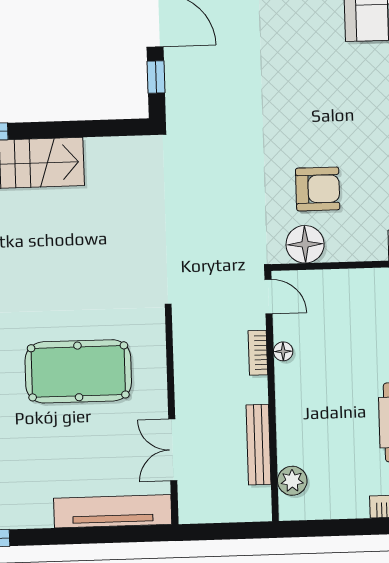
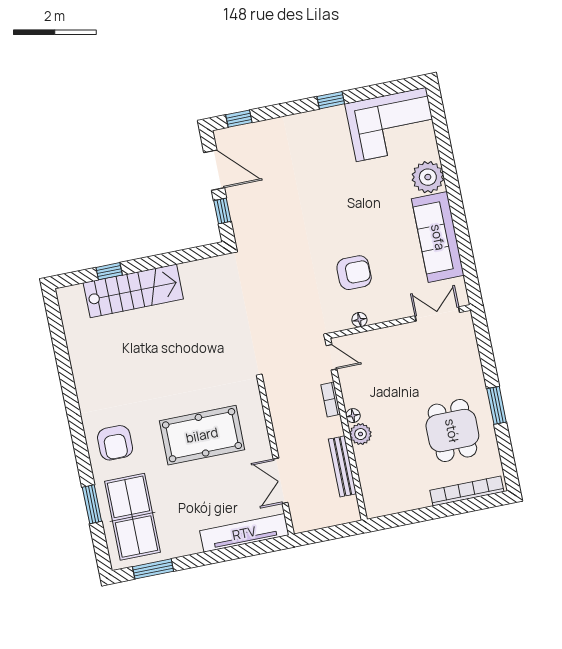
floor lamp: (305, 244) -> (359, 320), width x0.53, depth x0.53
floor lamp: (283, 351) -> (353, 416), moved
plant: (292, 481) -> (361, 434), moved

